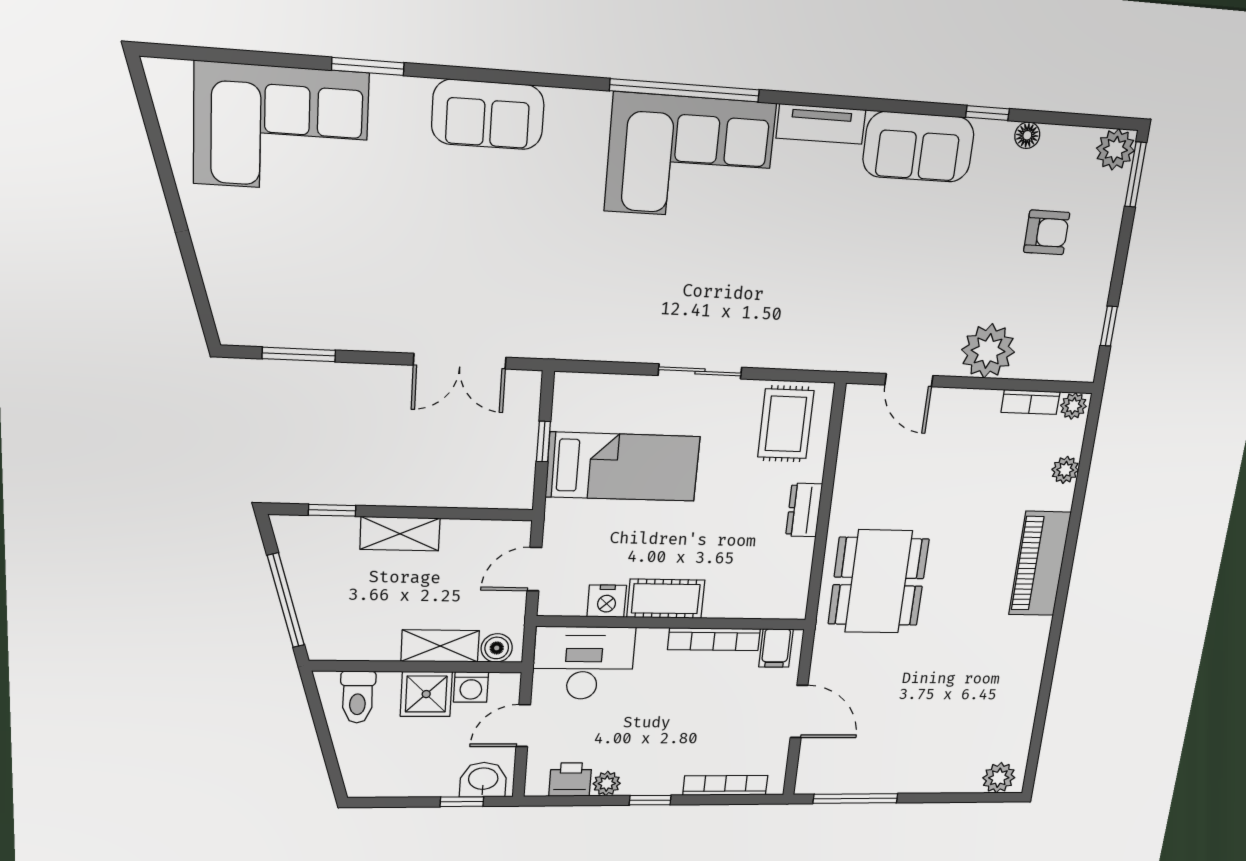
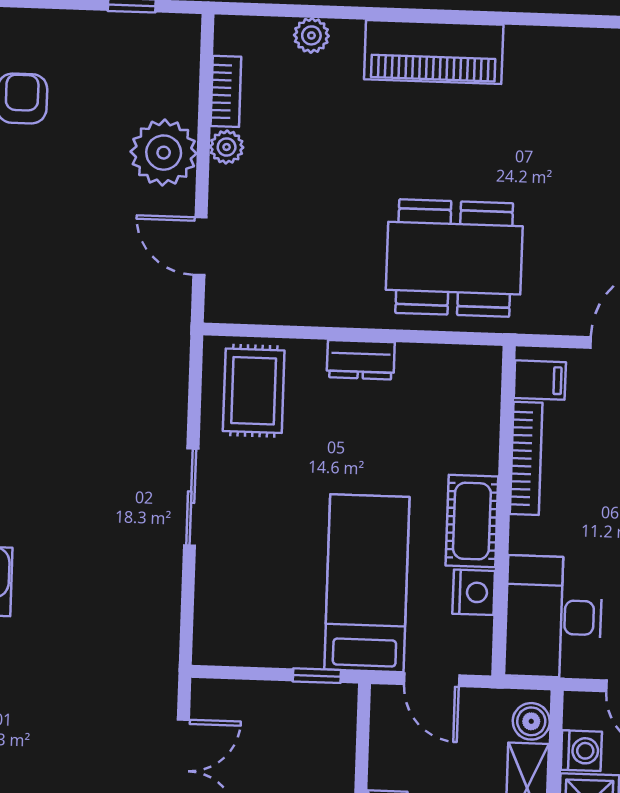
door: (909, 380) -> (200, 246), swing flipped
plant: (1073, 406) -> (227, 147), moved
rug: (786, 424) -> (254, 391), turned 90
window: (543, 441) -> (317, 676), moved
bed: (623, 467) -> (367, 583), moved

